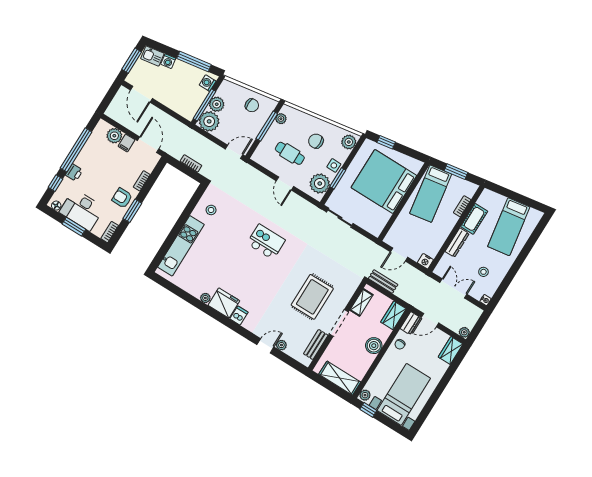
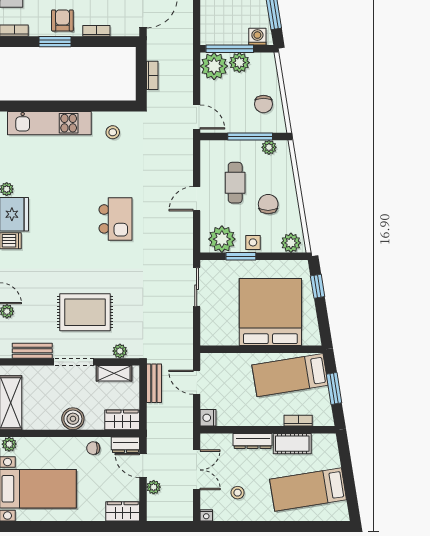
plant: (350, 290) -> (120, 351), added
plant: (464, 332) -> (154, 487), moved

